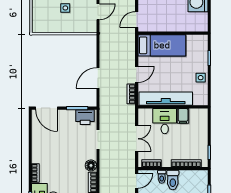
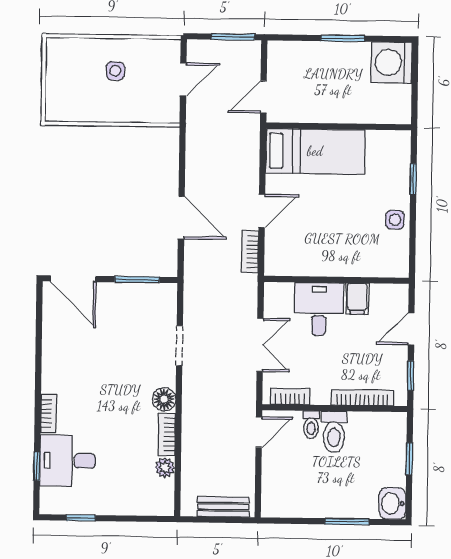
door: (98, 78) -> (181, 218), swing flipped
tv unit: (166, 99) -> (322, 262), removed
printer: (85, 117) -> (153, 299), removed
door: (209, 130) -> (411, 329), added

